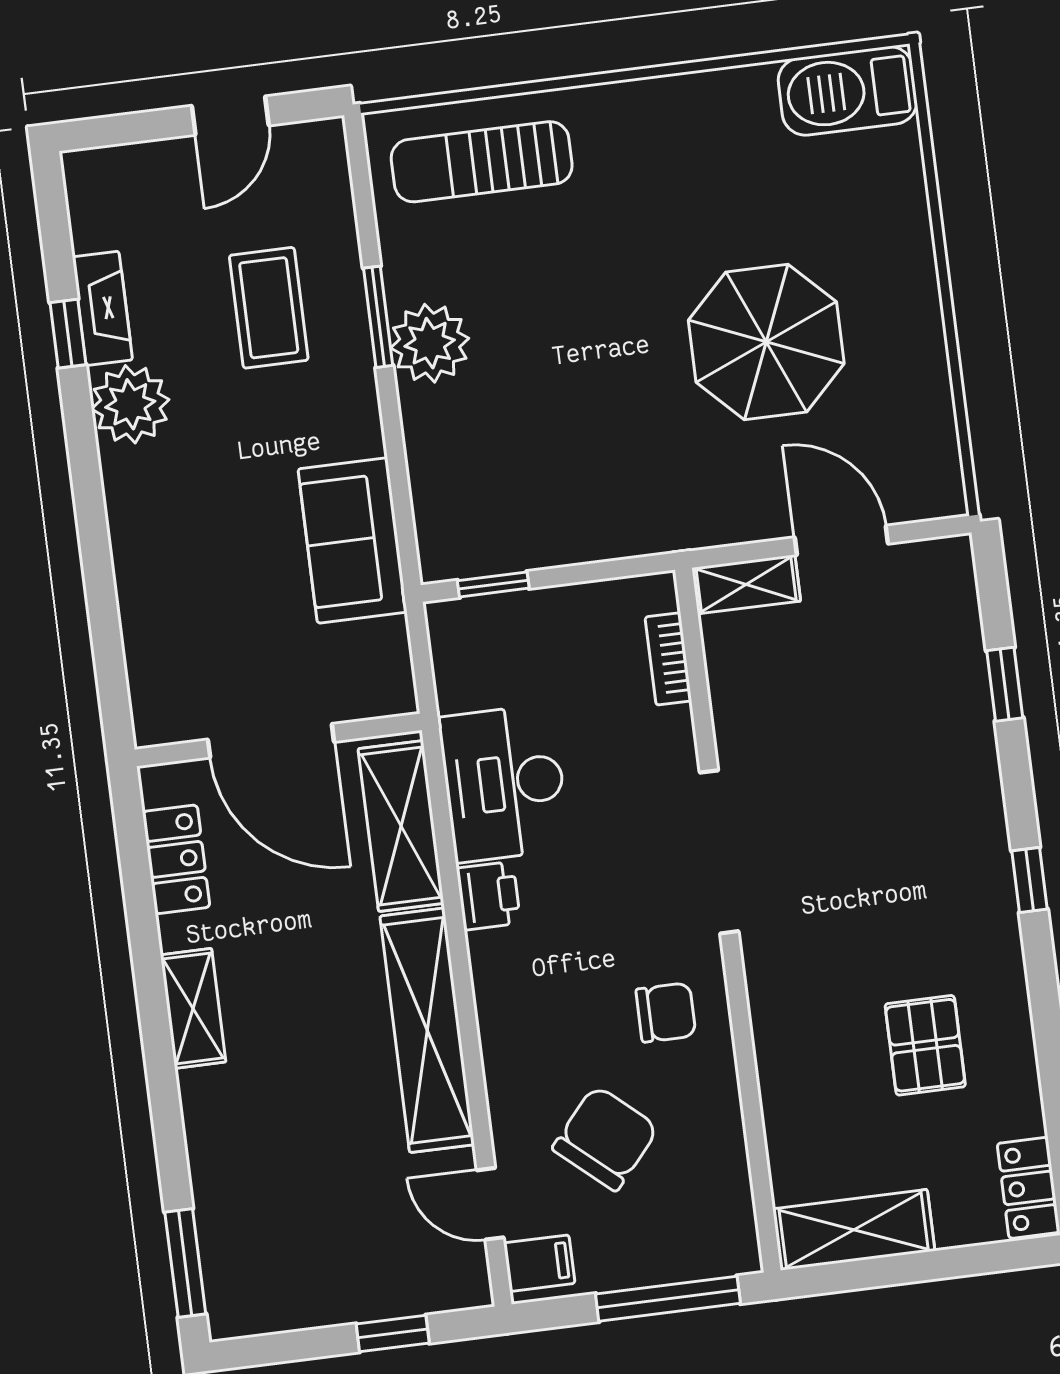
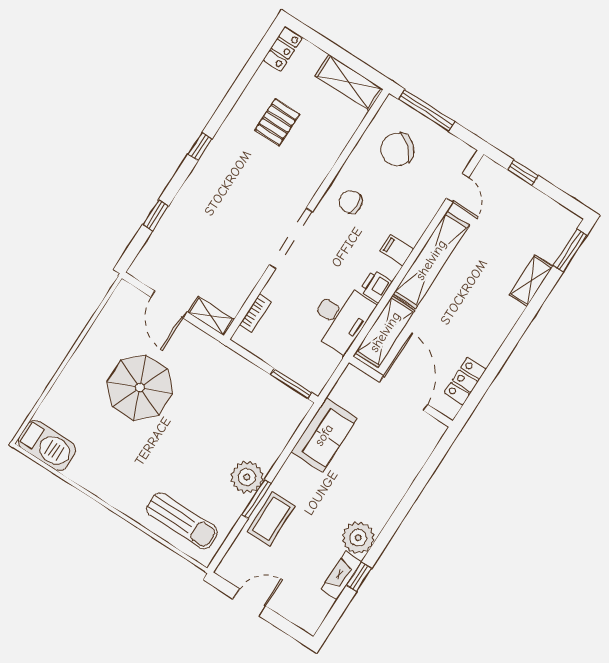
coffee table: (269, 308) -> (271, 519), moved
window: (493, 584) -> (291, 384), width x1.50
shelving: (193, 1008) -> (531, 281), moved
chair: (605, 1138) -> (397, 150), moved
filing cabinet: (539, 1263) -> (397, 250), moved

